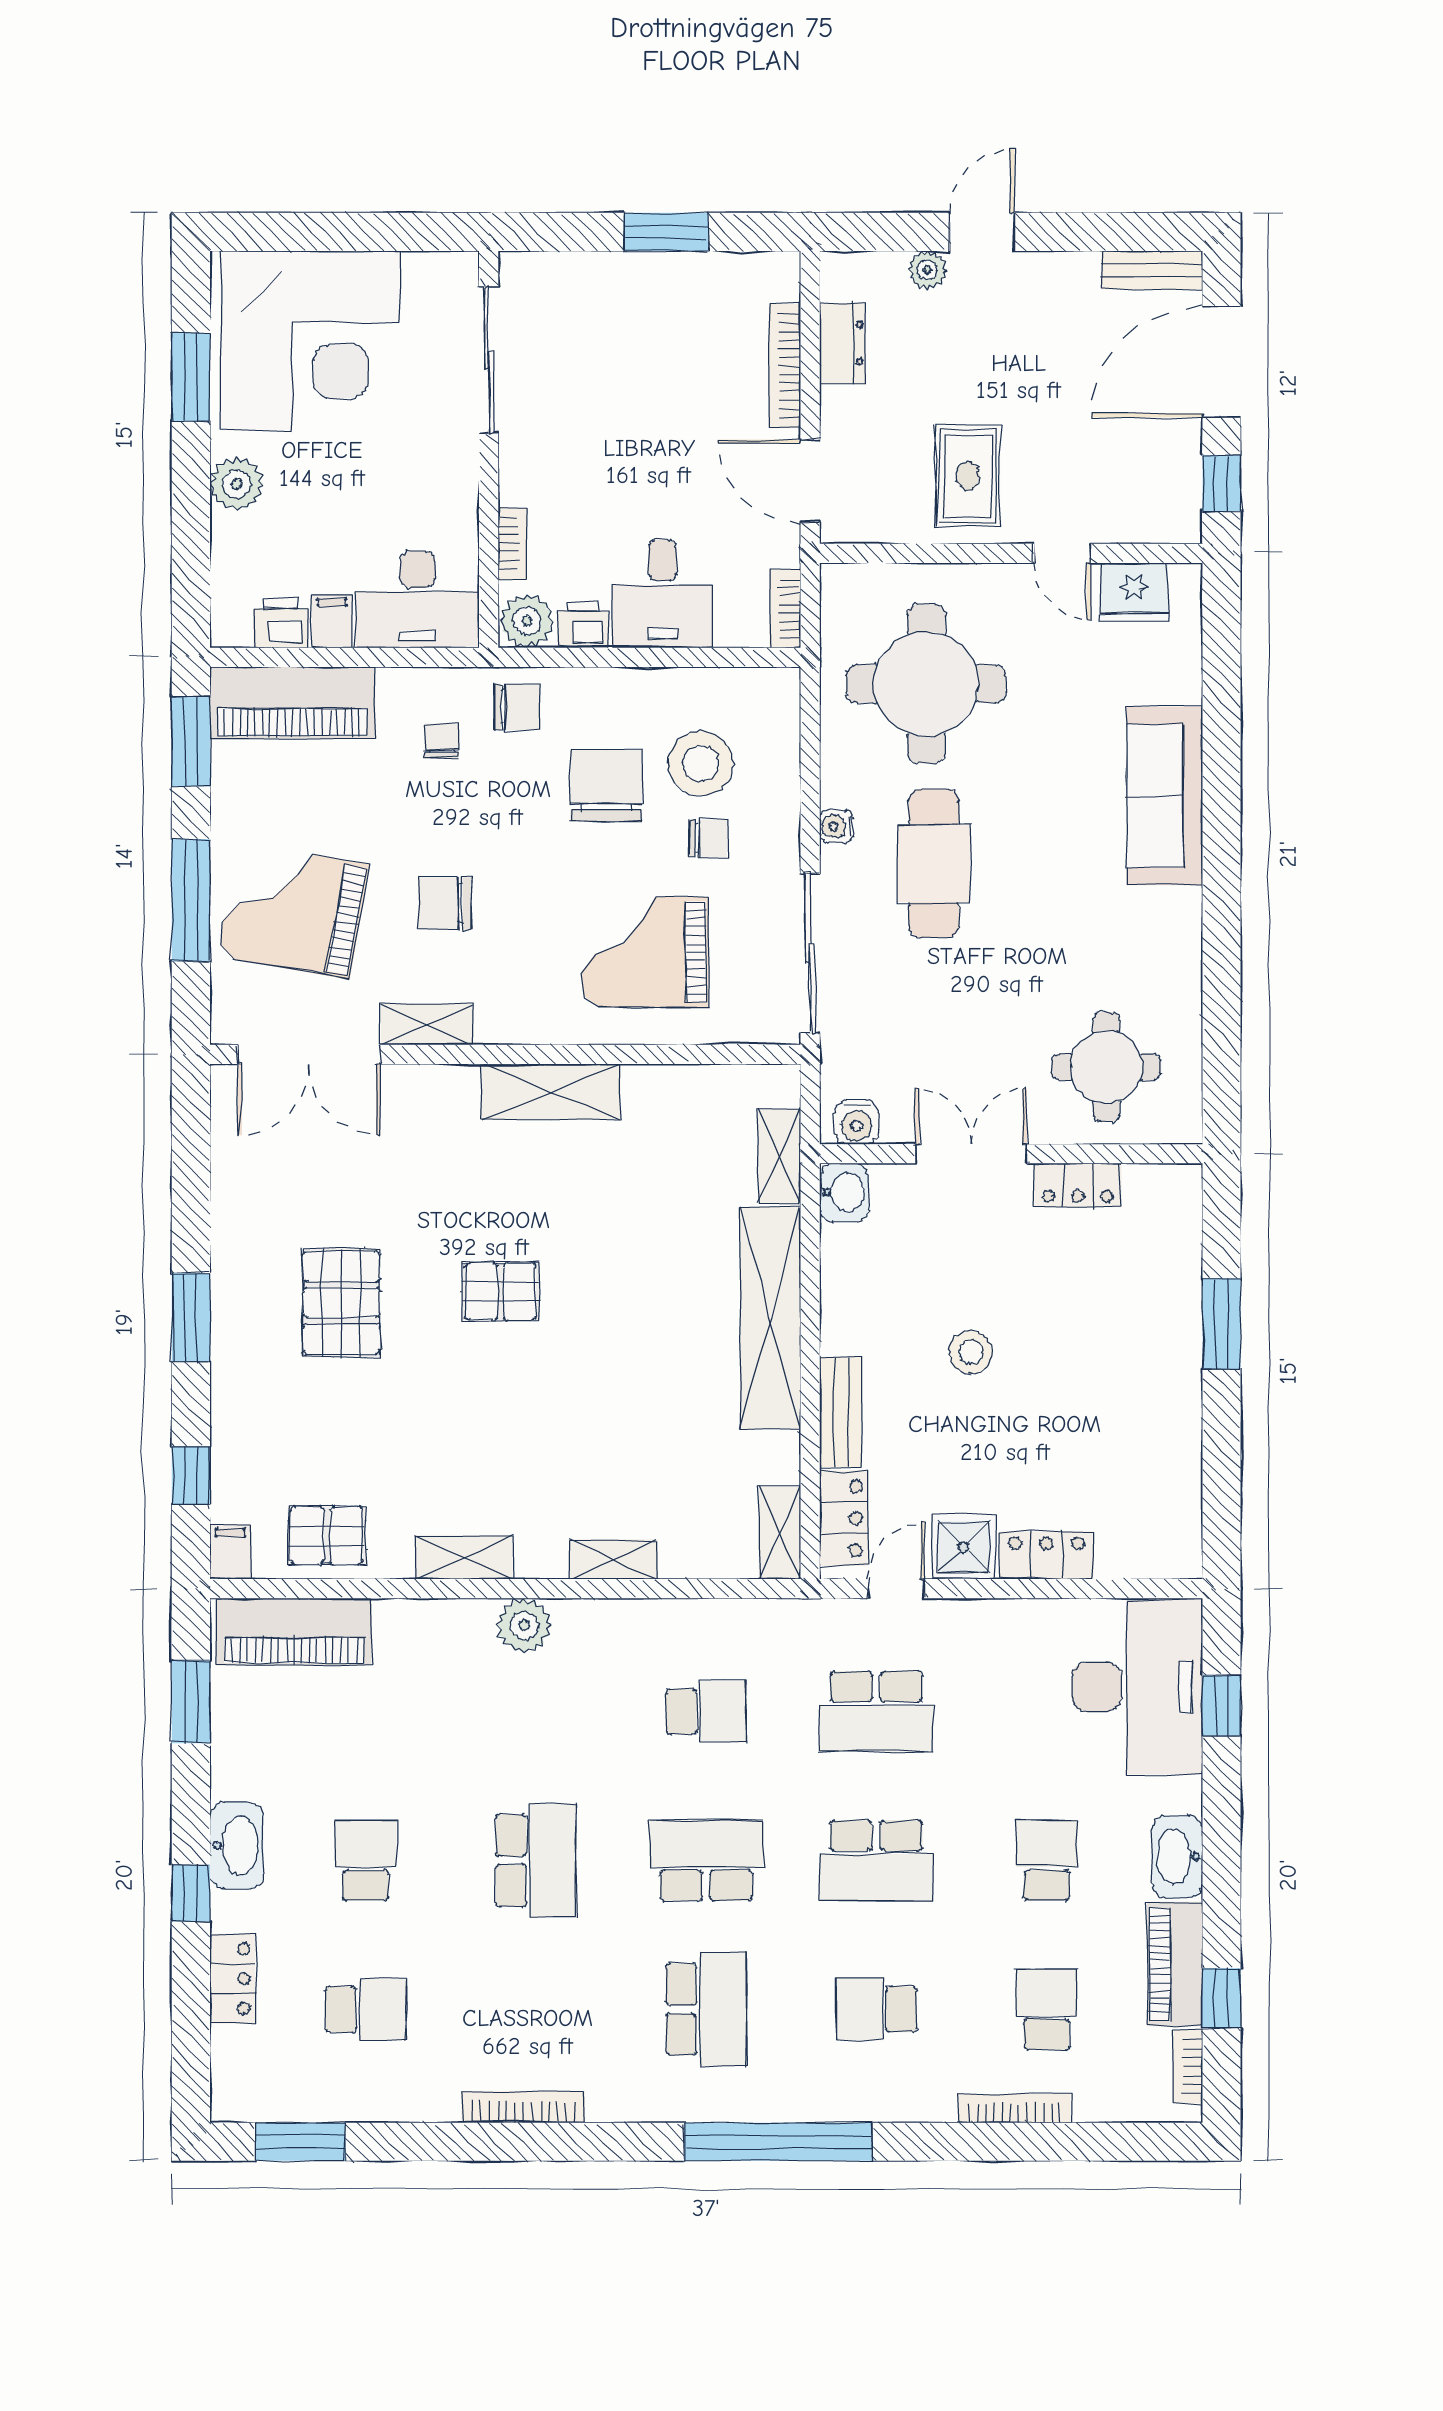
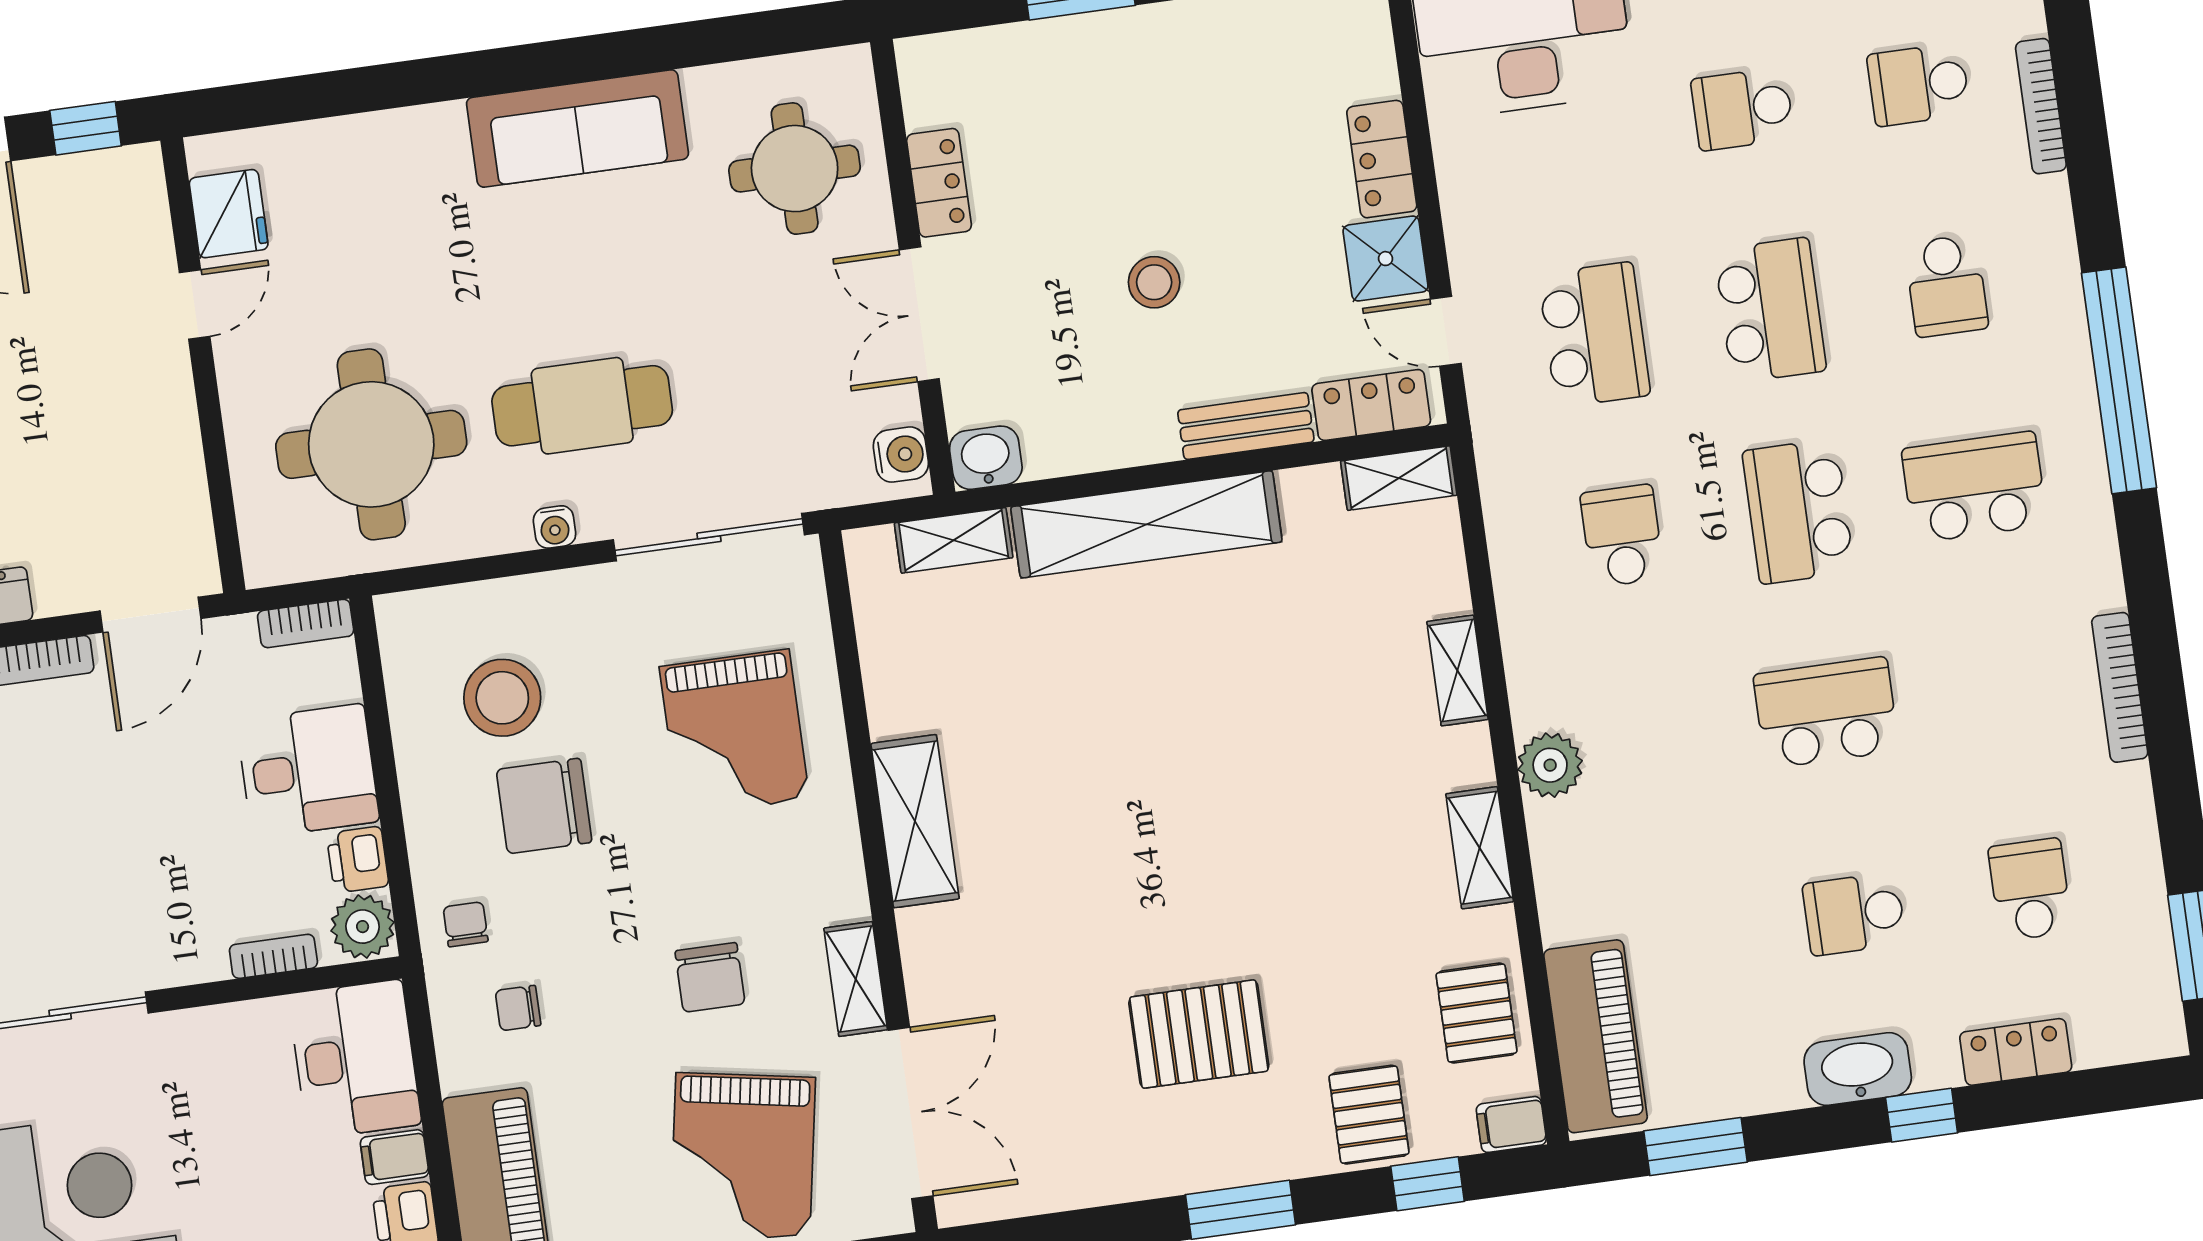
rug: (968, 476) -> (118, 429), removed
chair: (517, 707) -> (466, 924), width x0.73, depth x0.73
sofa: (1165, 796) -> (578, 128), moved
chair: (708, 838) -> (589, 677), removed
pallet: (501, 1292) -> (1369, 1115), moved

